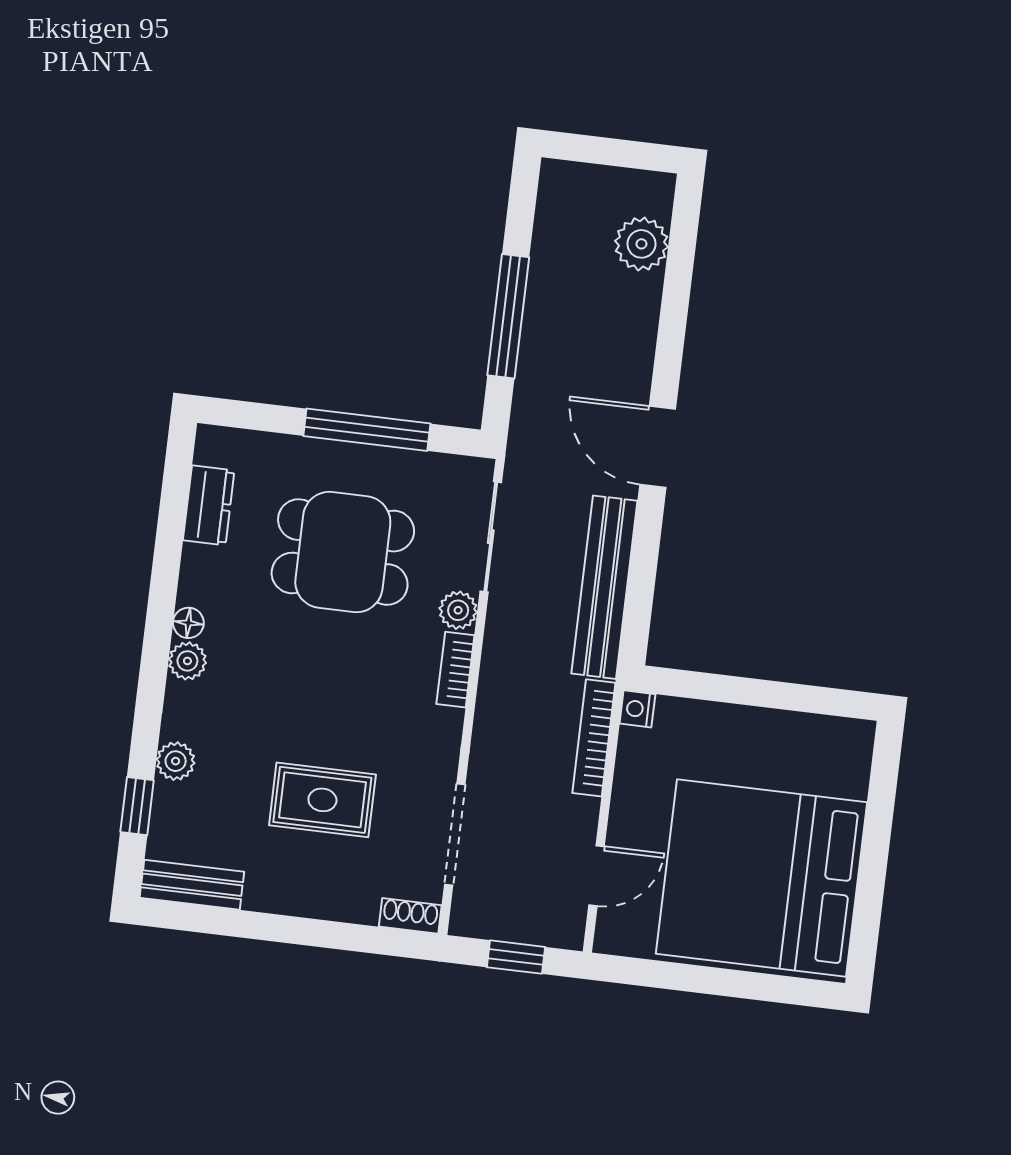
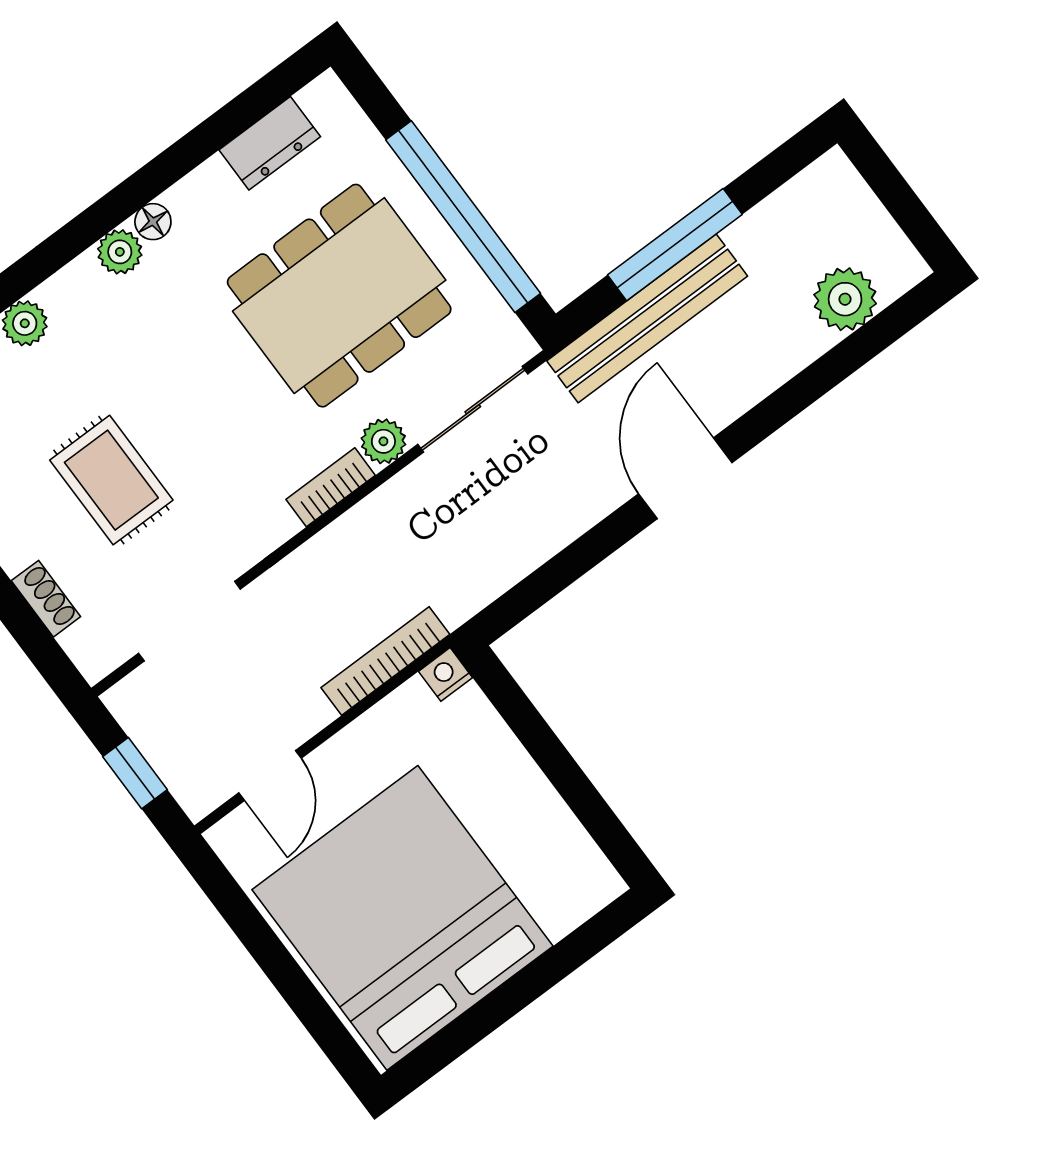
window: (367, 430) -> (463, 217), width x1.46
dining table: (343, 552) -> (339, 296), width x1.38
bench: (604, 587) -> (647, 318), moved
door: (597, 876) -> (270, 776), hinge flipped
shoe rack: (410, 916) -> (46, 599), moved

